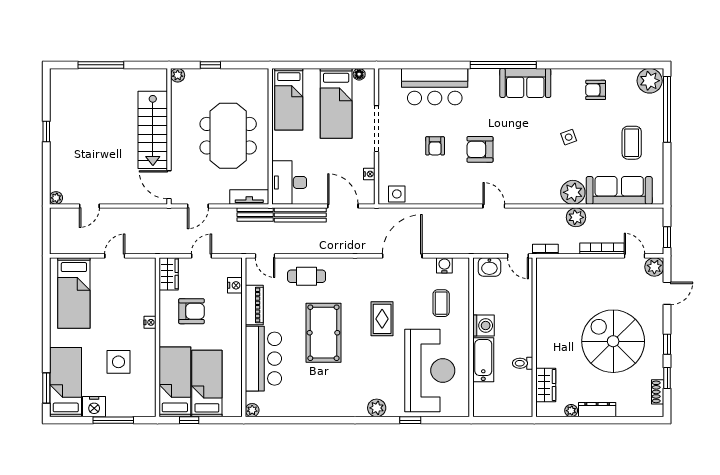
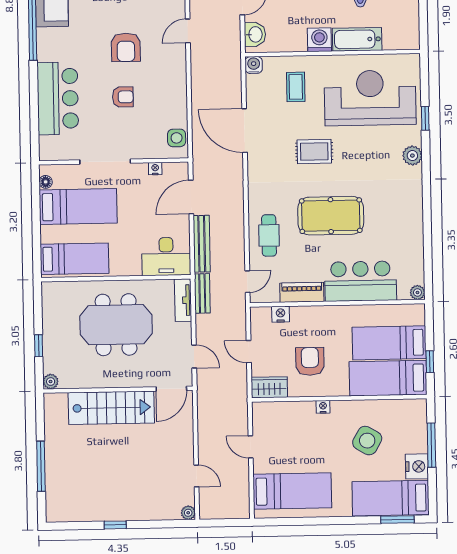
water cooler: (444, 265) -> (254, 65), moved, turned 90
coffee table: (441, 303) -> (296, 87), turned 90
side table: (118, 362) -> (367, 441), turned 30

